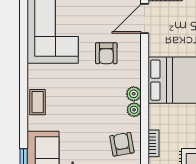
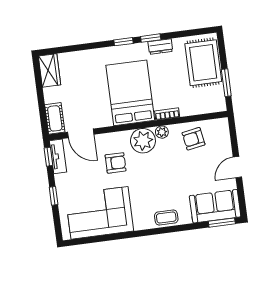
plant: (134, 94) -> (143, 141), width x1.88, depth x1.88
bookcase: (154, 143) -> (167, 114), moved

